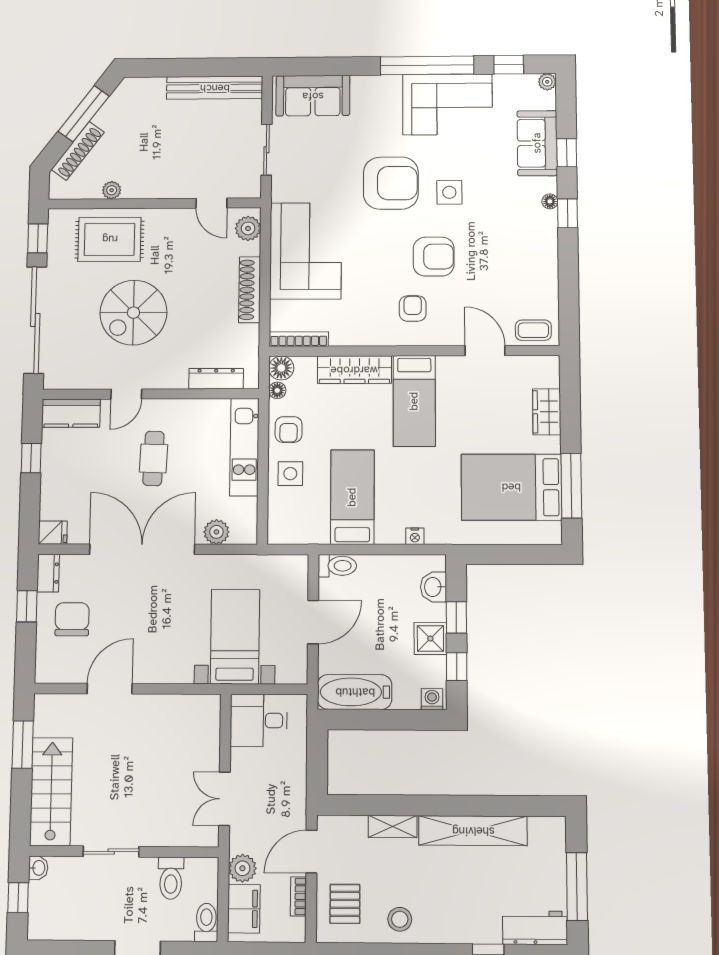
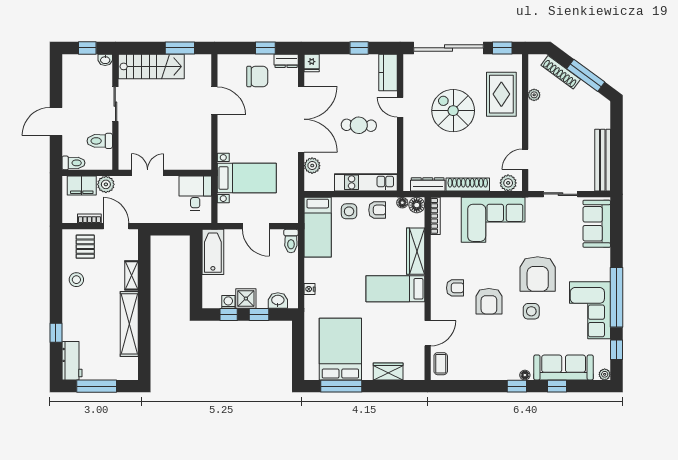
sofa: (537, 143) -> (564, 367), width x1.36
dresser: (216, 379) -> (428, 184), moved, turned -90
armchair: (289, 430) -> (377, 210), turned 180
bed: (352, 497) -> (318, 227), moved, turned 90
washing machine: (432, 699) -> (228, 302), moved, turned -90
pallet: (345, 904) -> (85, 247), turned 90

